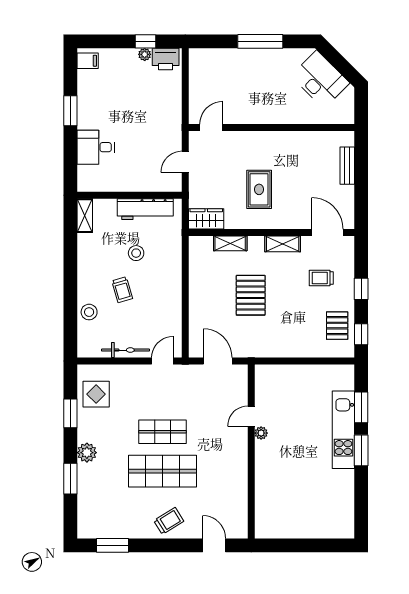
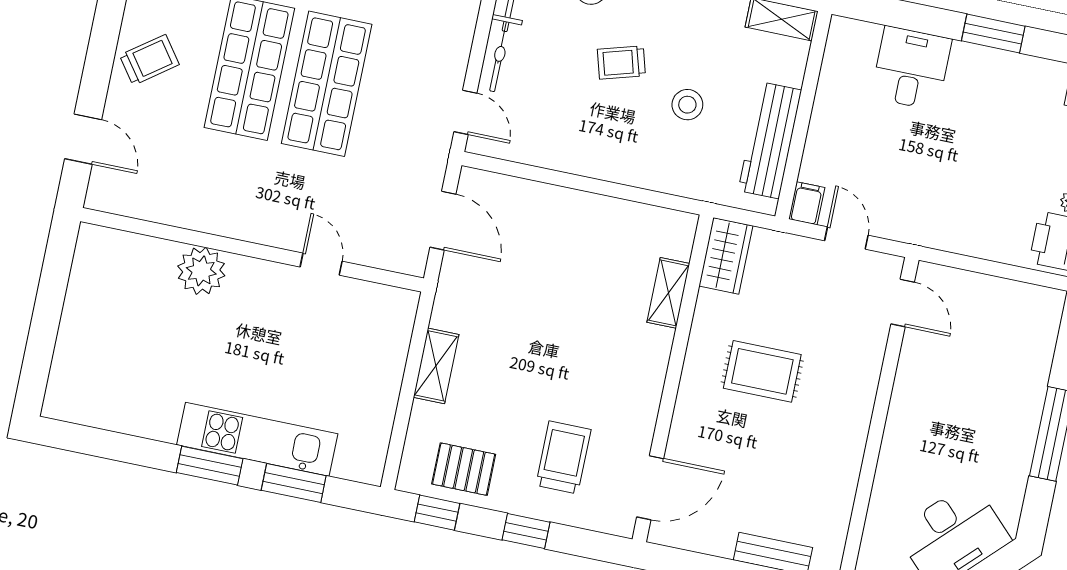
filing cabinet: (172, 185) -> (807, 203), added
shelving: (283, 244) -> (436, 366), moved
trolley: (321, 278) -> (563, 457), width x1.36, depth x1.39
pallet: (251, 295) -> (558, 312), removed
door: (218, 361) -> (443, 221), hinge flipped
shop shelf: (162, 432) -> (327, 84), width x1.43, depth x1.36
plant: (261, 433) -> (201, 271), moved, width x1.87, depth x1.87
trolley: (169, 521) -> (149, 60), turned -94
door: (214, 545) -> (83, 139), hinge flipped

